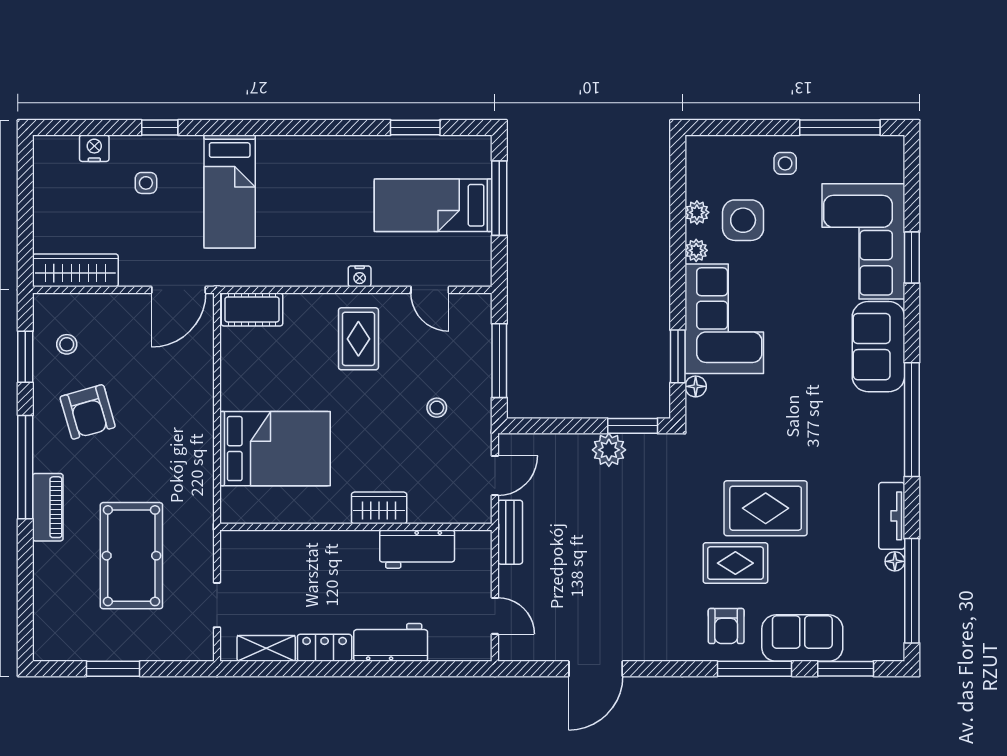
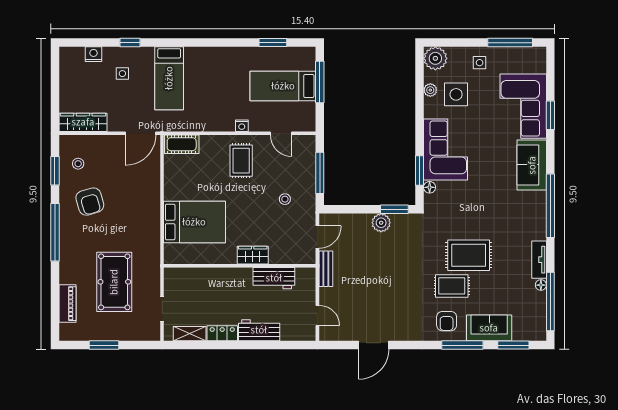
plant: (696, 250) -> (435, 58), moved, width x1.87, depth x1.87
piano: (48, 507) -> (68, 304), moved

